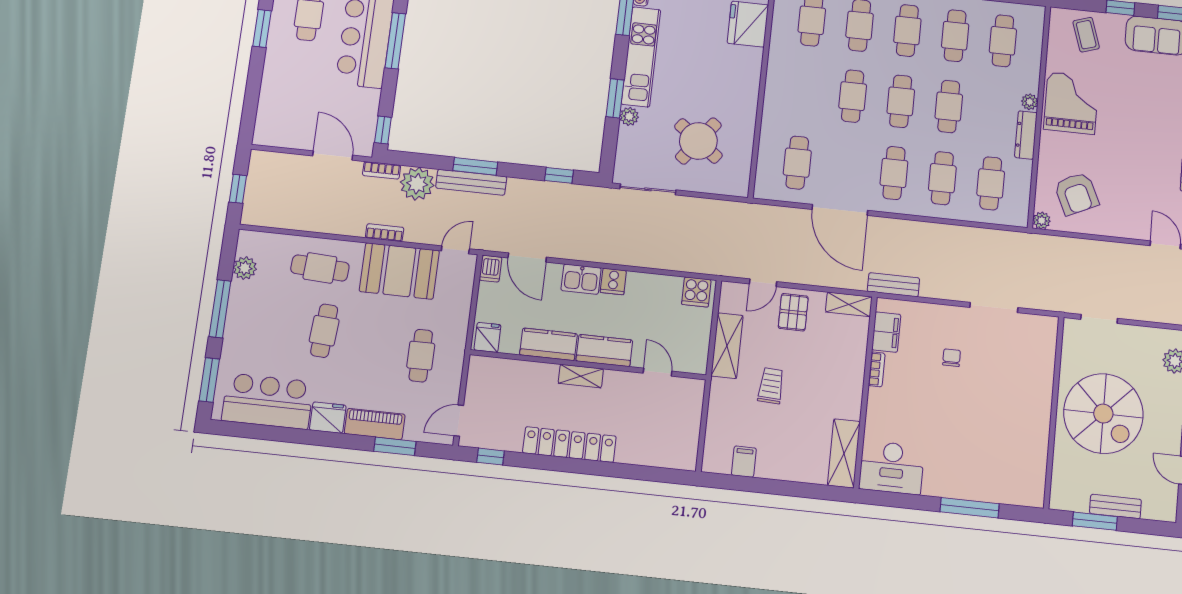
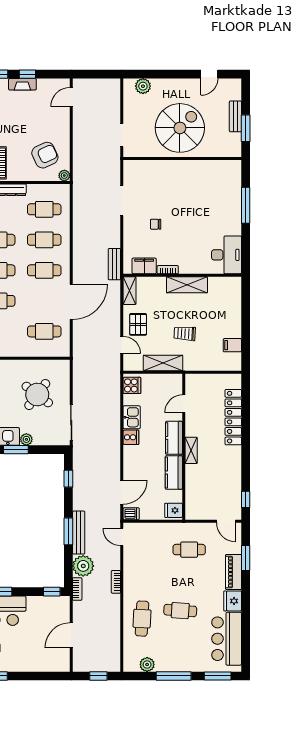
door: (333, 156) -> (71, 635), moved
booth: (399, 271) -> (139, 570), removed
kitchen sink: (581, 279) -> (132, 417), moved
pallet: (793, 312) -> (138, 324), turned 90
locker: (569, 445) -> (233, 417), moved
shelving: (844, 453) -> (187, 285), moved

